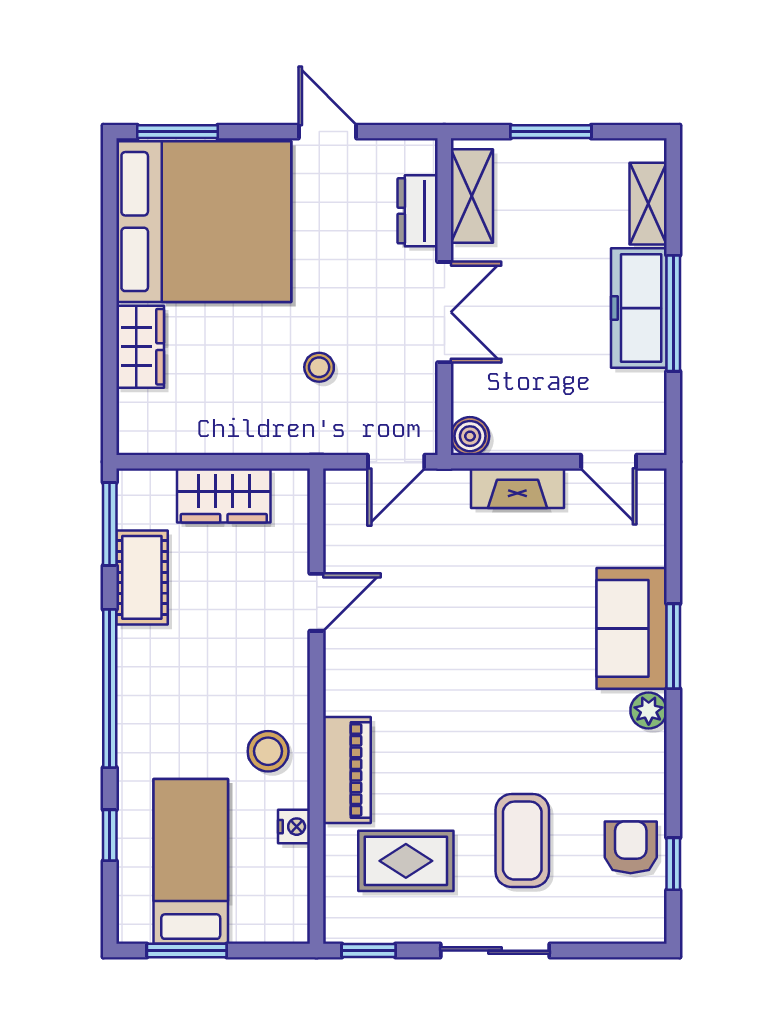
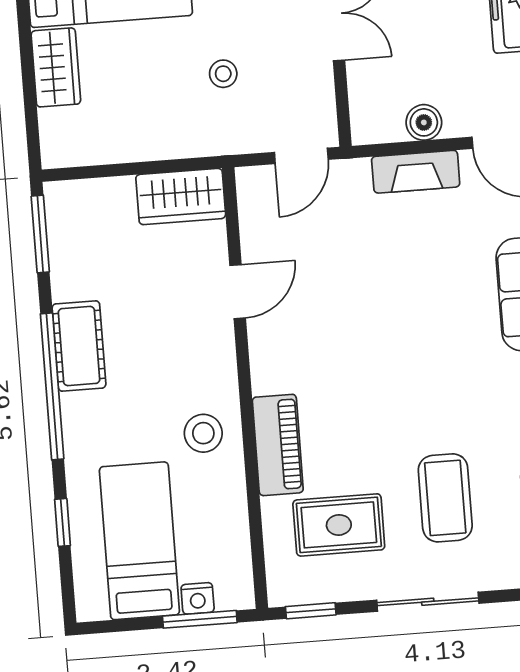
boiler: (470, 436) -> (424, 122), moved
wardrobe: (224, 495) -> (181, 197), moved
cot: (142, 577) -> (79, 346), moved
nightstand: (294, 827) -> (198, 598), moved, turned 90
window: (187, 951) -> (200, 619), moved

